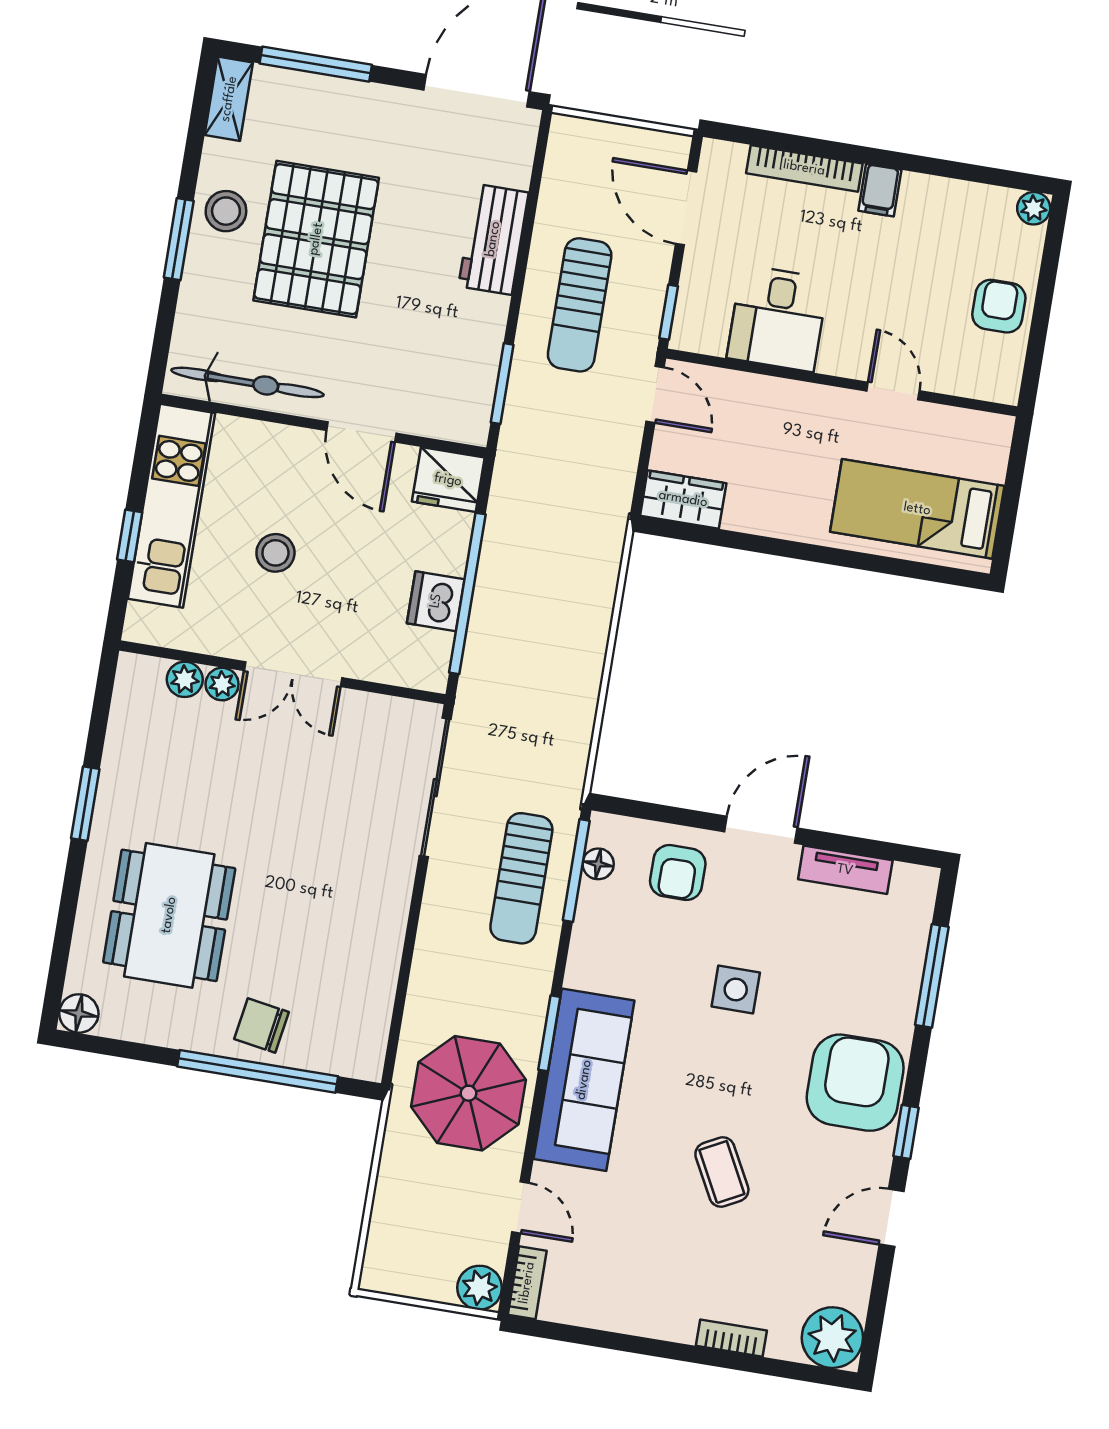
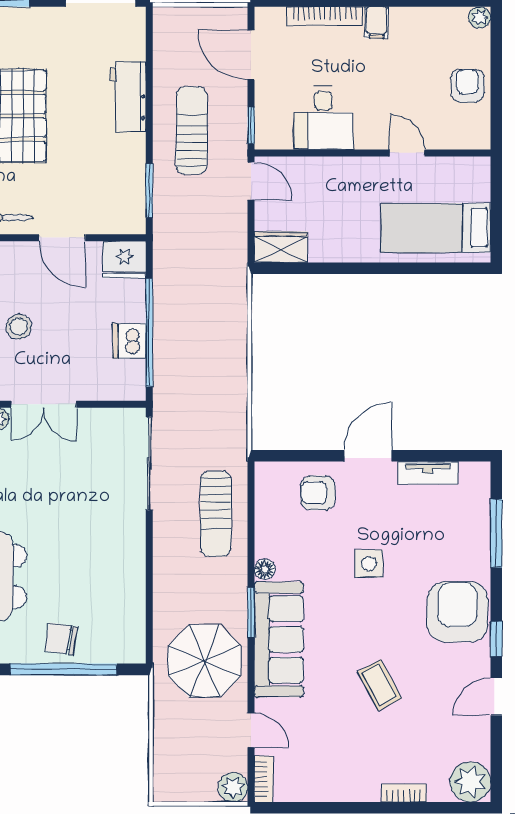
sun lounger: (580, 305) -> (192, 130), turned 180
floor lamp: (598, 864) -> (265, 569), moved
window: (576, 870) -> (251, 503), removed
armchair: (678, 872) -> (318, 493), turned 90

